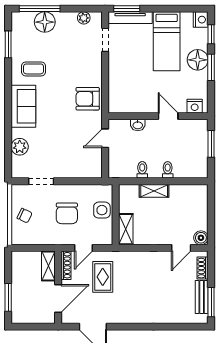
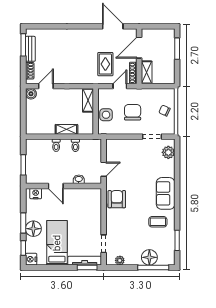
armchair: (88, 99) -> (117, 199), turned -90
plant: (20, 147) -> (168, 152), moved

